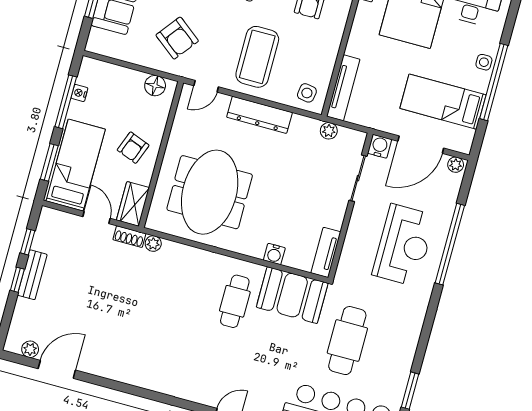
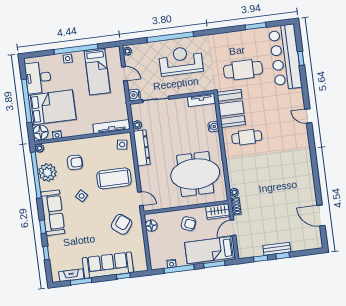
dresser: (259, 115) -> (142, 148), moved
door: (421, 145) -> (124, 74), width x0.53
plant: (30, 349) -> (316, 234), removed

